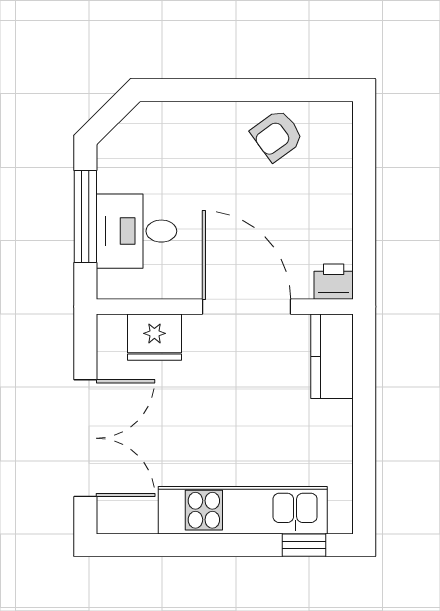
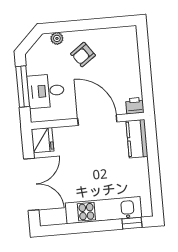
plant: (172, 115) -> (57, 38), added
armchair: (277, 135) -> (83, 55), moved
fridge: (154, 337) -> (43, 140), moved, turned -90

